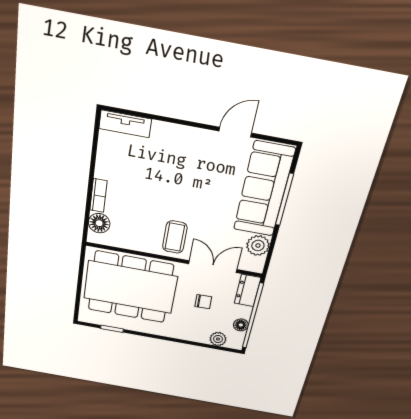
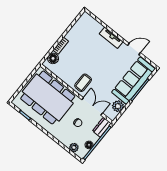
tv unit: (125, 124) -> (111, 38), moved

